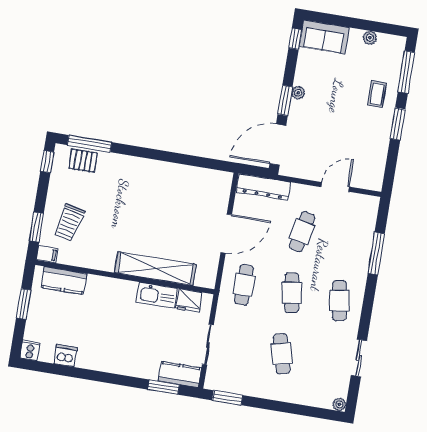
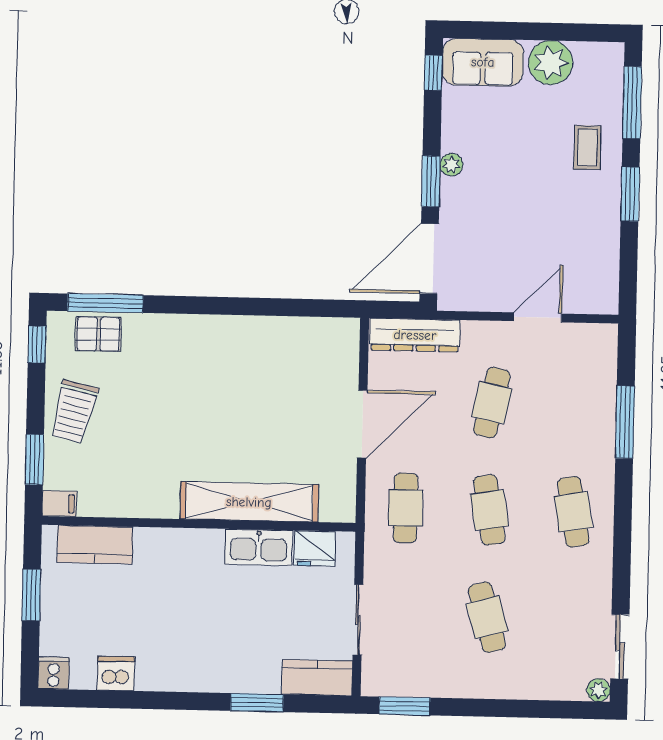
plant: (370, 38) -> (551, 63), width x1.88, depth x1.88
trolley: (69, 223) -> (74, 412), moved
sliding door: (359, 358) -> (620, 647), moved
window: (164, 387) -> (257, 703), moved

